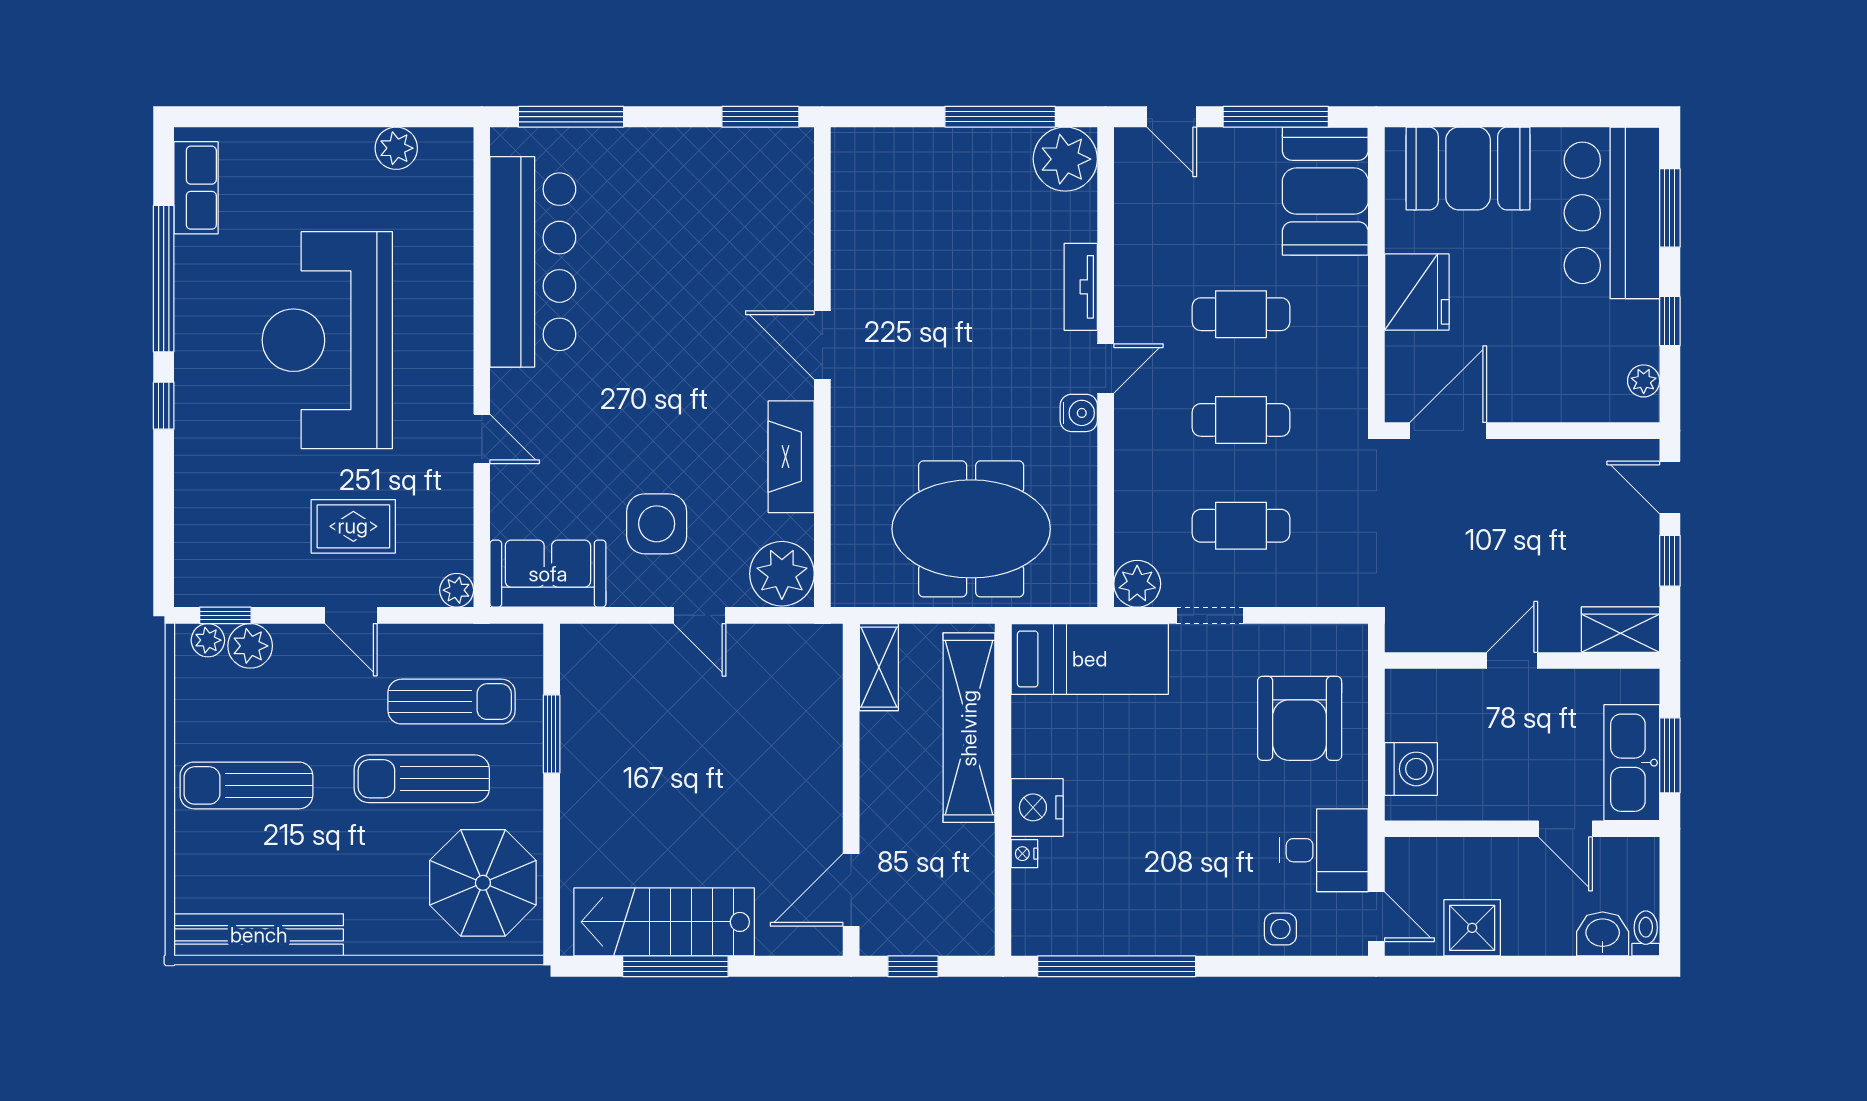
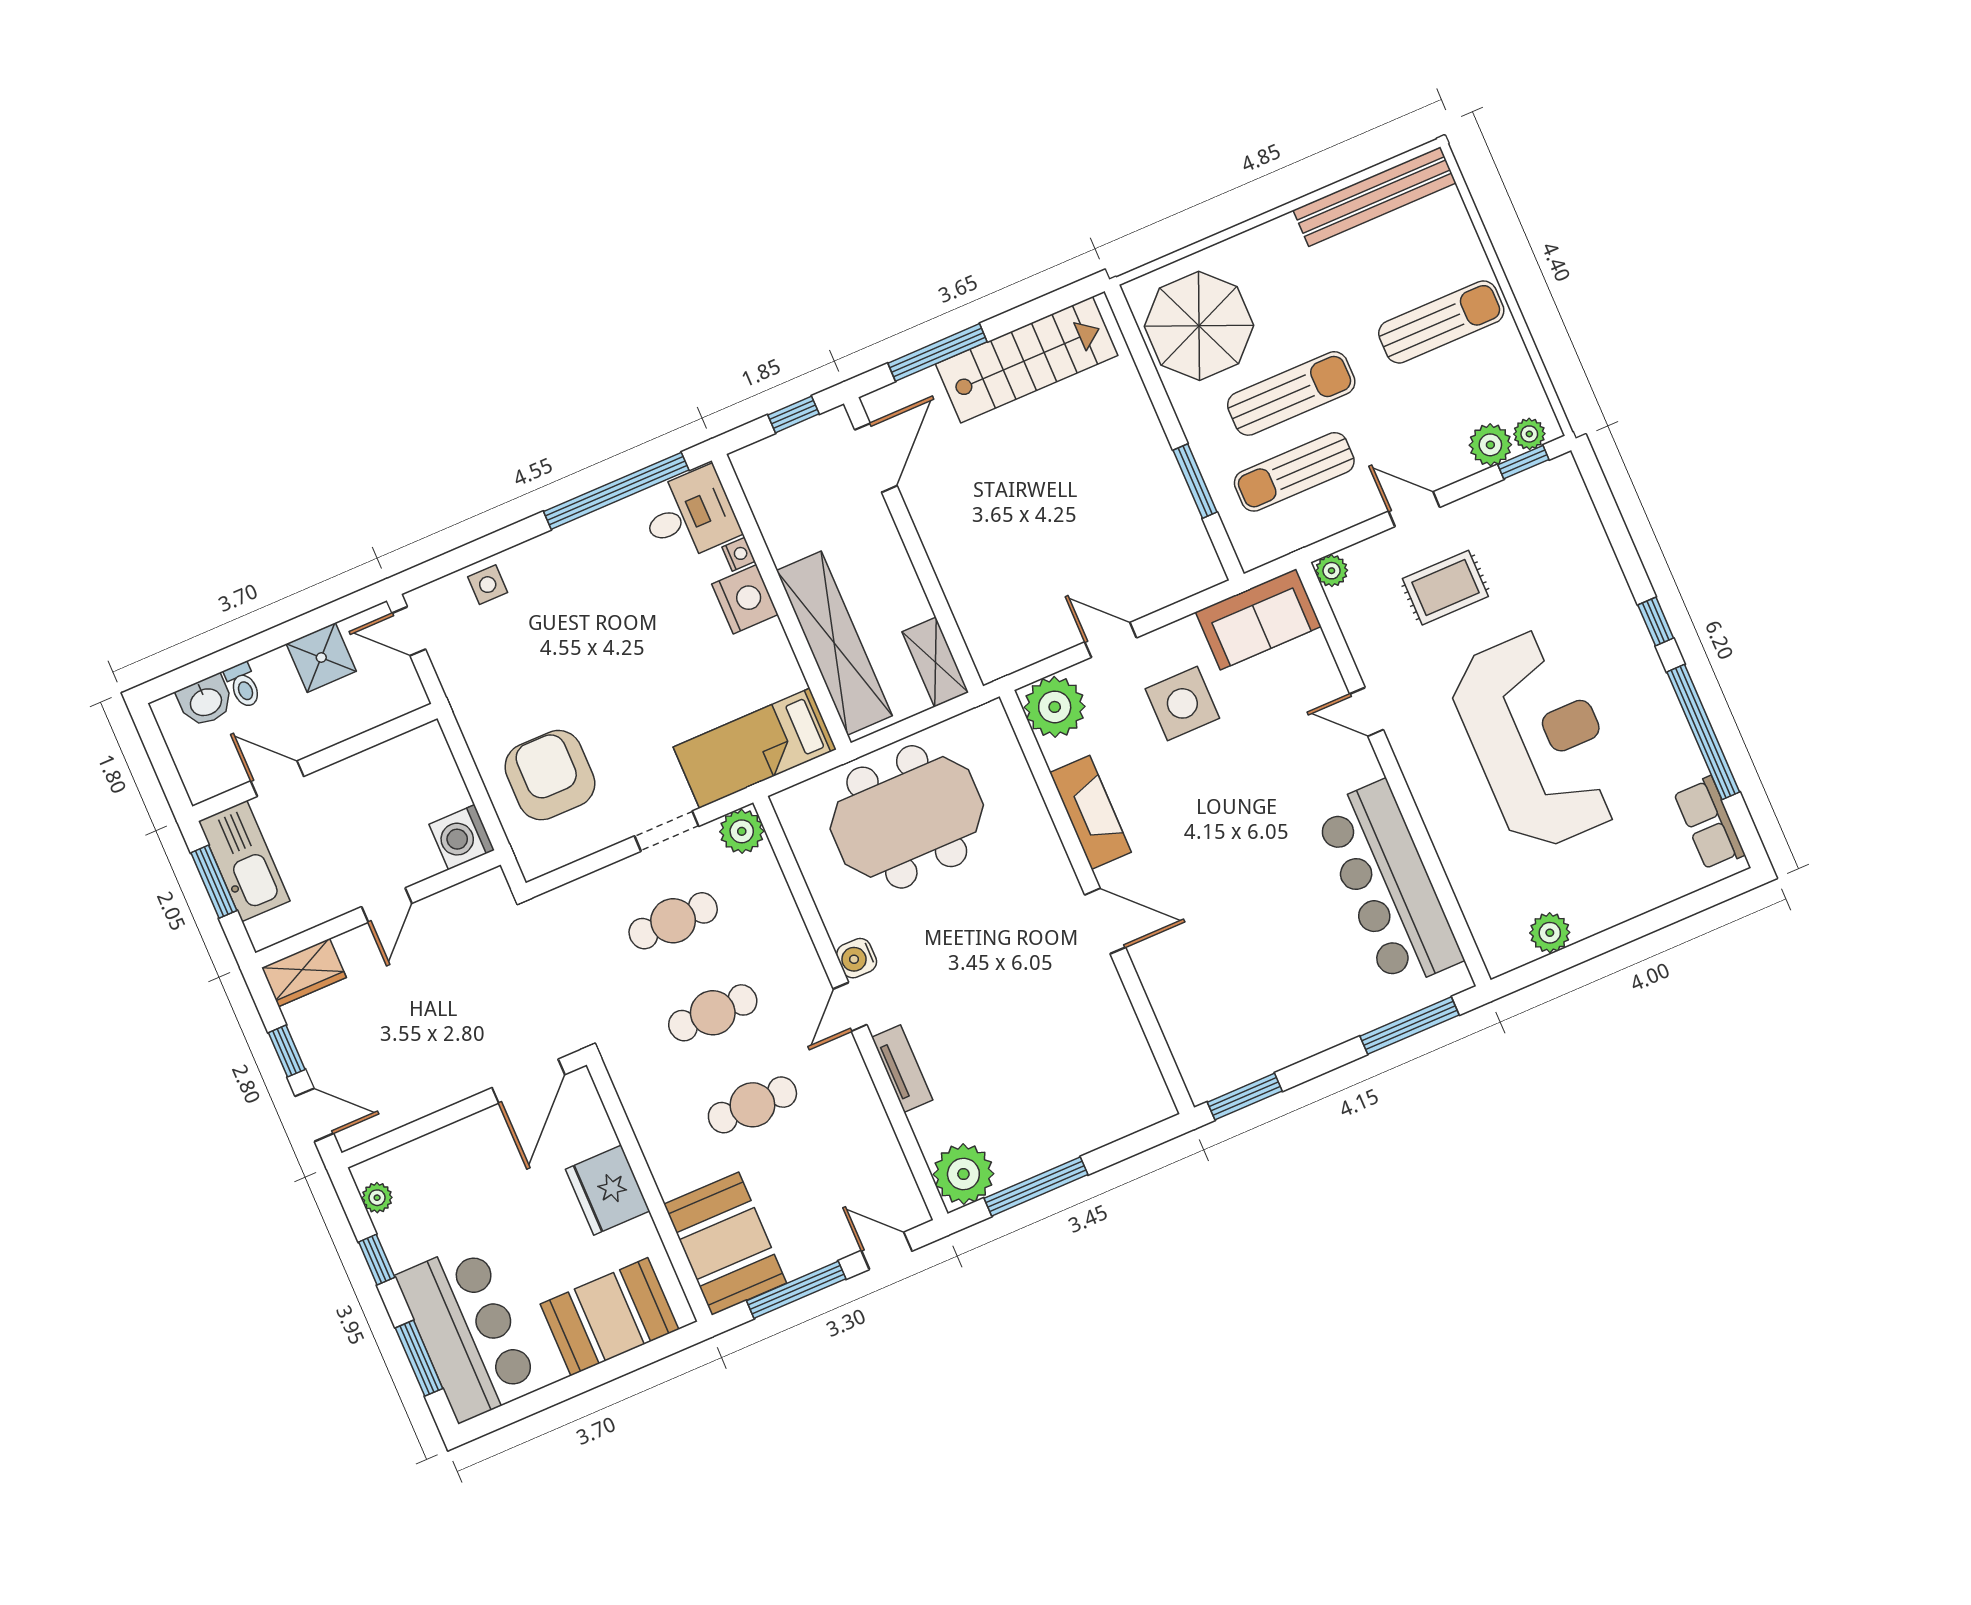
washing machine: (1411, 769) -> (462, 837), moved
desk: (1324, 850) -> (689, 515), moved, turned 180
toilet: (1646, 933) -> (243, 685), moved
window: (675, 966) -> (938, 352), moved

